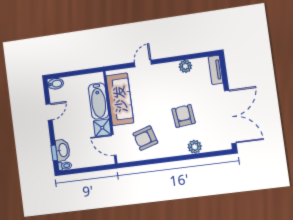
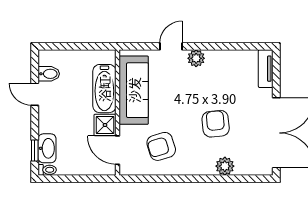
plant: (185, 66) -> (196, 58), moved
bidet: (56, 84) -> (49, 74), moved
door: (49, 112) -> (35, 94), swing flipped

